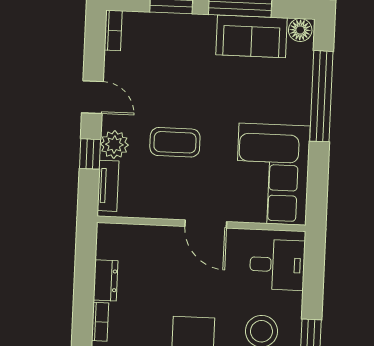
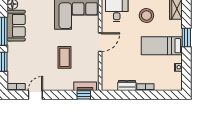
door: (92, 97) -> (35, 95), moved
plant: (114, 145) -> (67, 84), removed
window: (90, 154) -> (84, 95), moved

